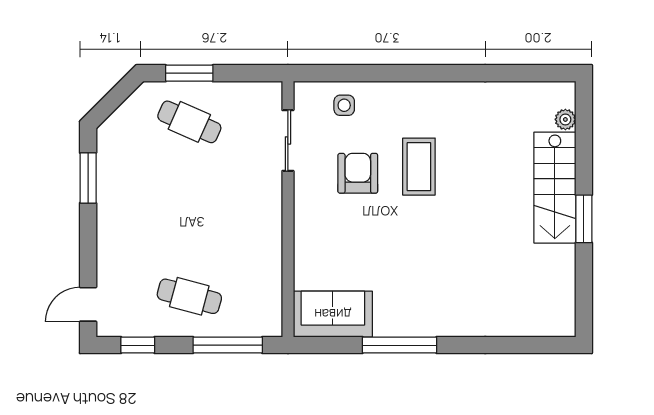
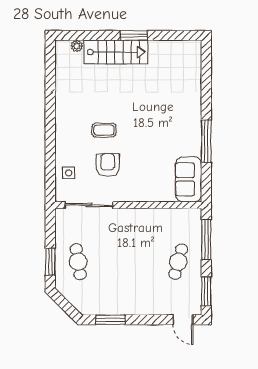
cafe table: (189, 122) -> (78, 262), turned -33
sliding door: (288, 140) -> (89, 205), width x1.37
coffee table: (419, 167) -> (104, 130), width x0.73, depth x0.77
armchair: (358, 173) -> (108, 165), turned 90
window: (138, 345) -> (206, 291), width x1.50

